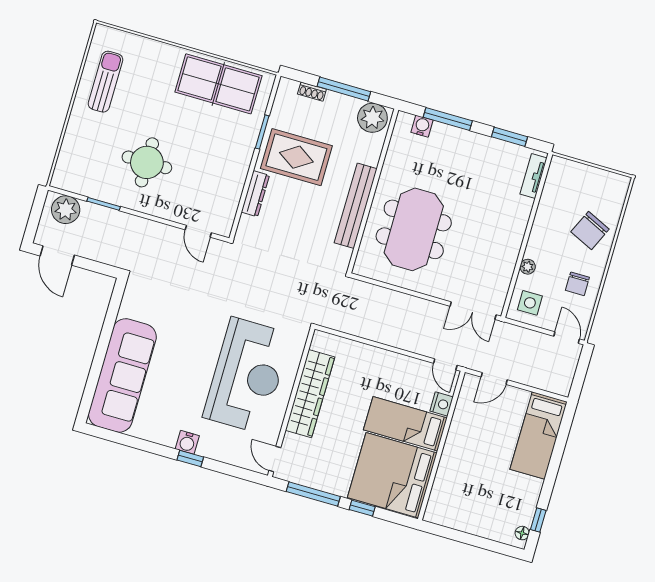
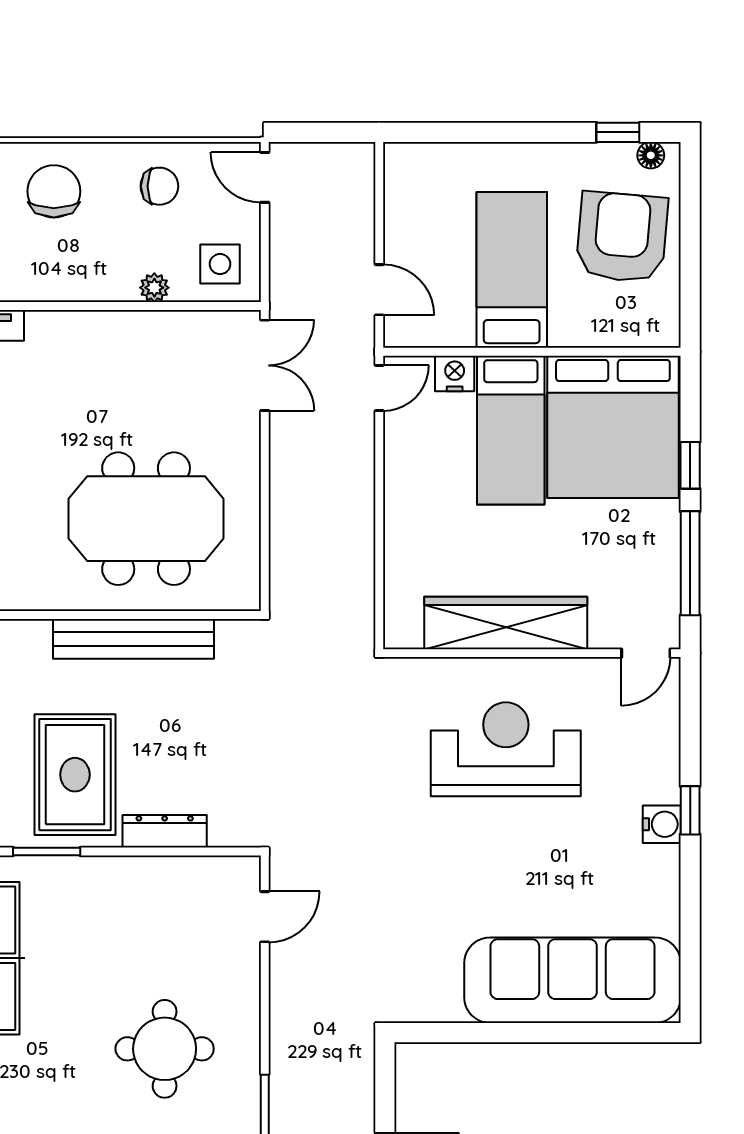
chair: (590, 230) -> (54, 191), turned -115
door: (567, 338) -> (265, 177), hinge flipped
reception desk: (247, 375) -> (506, 749), width x0.74, depth x0.77
bed: (539, 435) -> (512, 270), moved, turned -90
armchair: (486, 507) -> (622, 237), added

